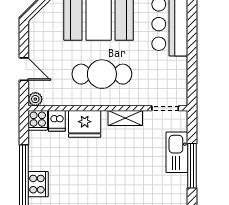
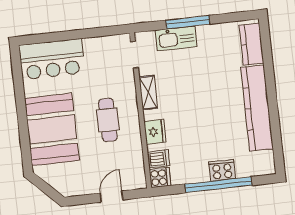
cafe table: (102, 74) -> (108, 120), width x0.73, depth x0.74
plant: (35, 99) -> (139, 182), removed
fridge: (85, 124) -> (155, 132), width x0.73, depth x0.75

